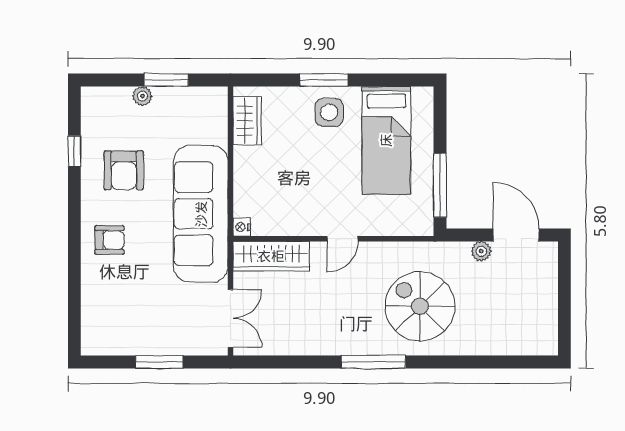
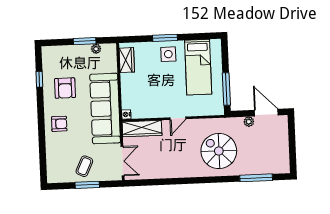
plant: (142, 96) -> (96, 49), moved
coffee table: (155, 325) -> (84, 166), added
window: (373, 362) -> (256, 178), moved

